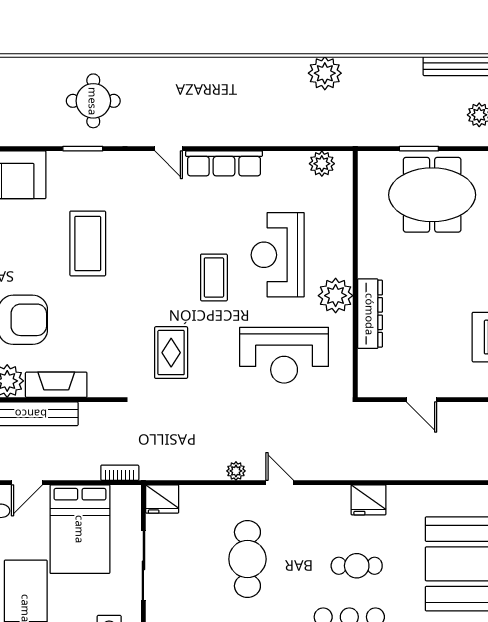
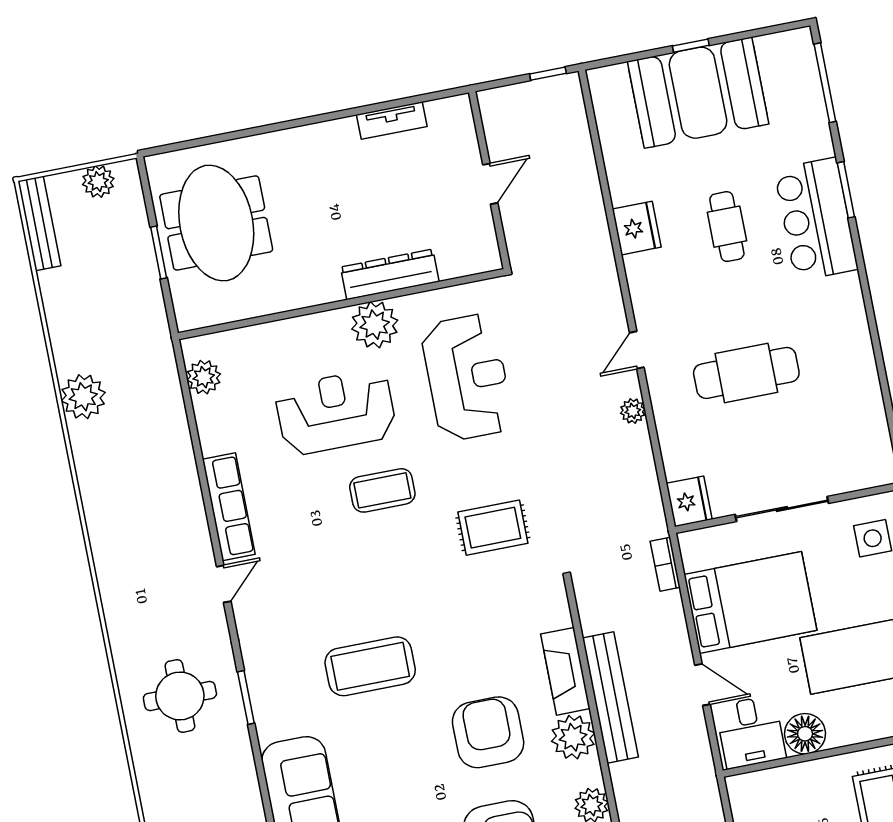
reception desk: (278, 255) -> (336, 412), turned 180

